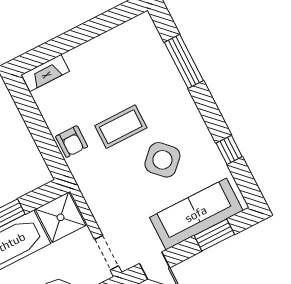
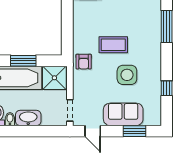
armchair: (72, 142) -> (84, 62), moved
side table: (162, 160) -> (127, 75), turned 45
sofa: (196, 214) -> (123, 114), width x0.73

